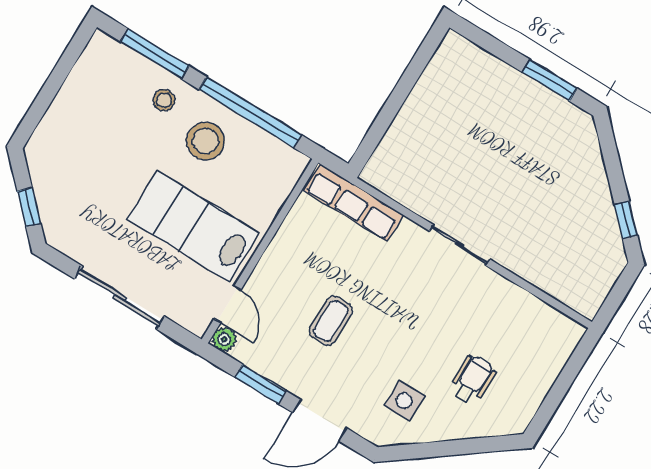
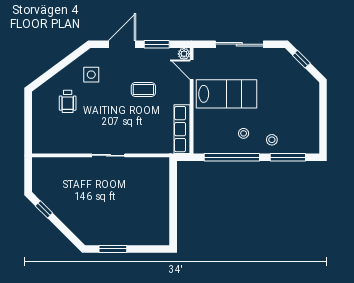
stool: (206, 141) -> (244, 133), width x0.53, depth x0.53
row of seats: (353, 203) -> (182, 129), moved, turned -90
coffee table: (331, 321) -> (143, 89), turned 90

